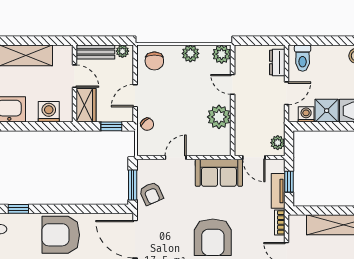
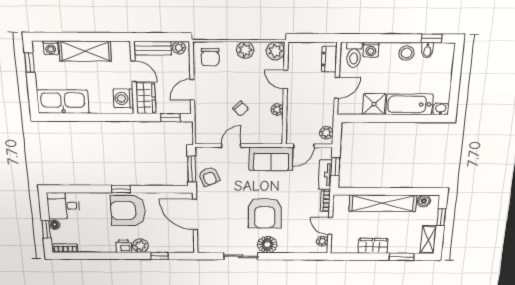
washing machine: (49, 112) -> (123, 98), moved, turned -90
washing machine: (306, 114) -> (371, 50), moved, turned 180
plant: (219, 117) -> (277, 109), width x0.53, depth x0.53
chair: (147, 124) -> (241, 109), moved
door: (254, 157) -> (304, 146), hinge flipped
window: (18, 209) -> (121, 189), moved

